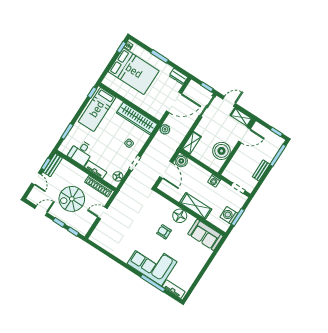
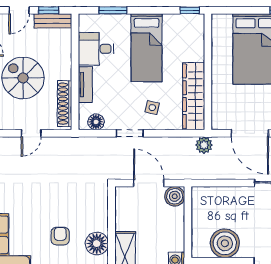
bed: (97, 109) -> (147, 48), moved, turned -90
shelving: (192, 143) -> (209, 194), removed
door: (166, 170) -> (149, 183), swing flipped
door: (102, 213) -> (31, 133), swing flipped

